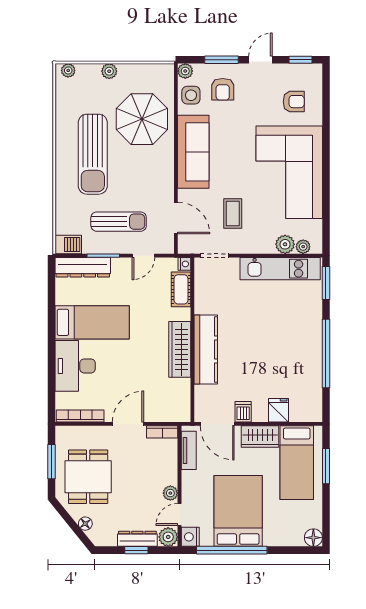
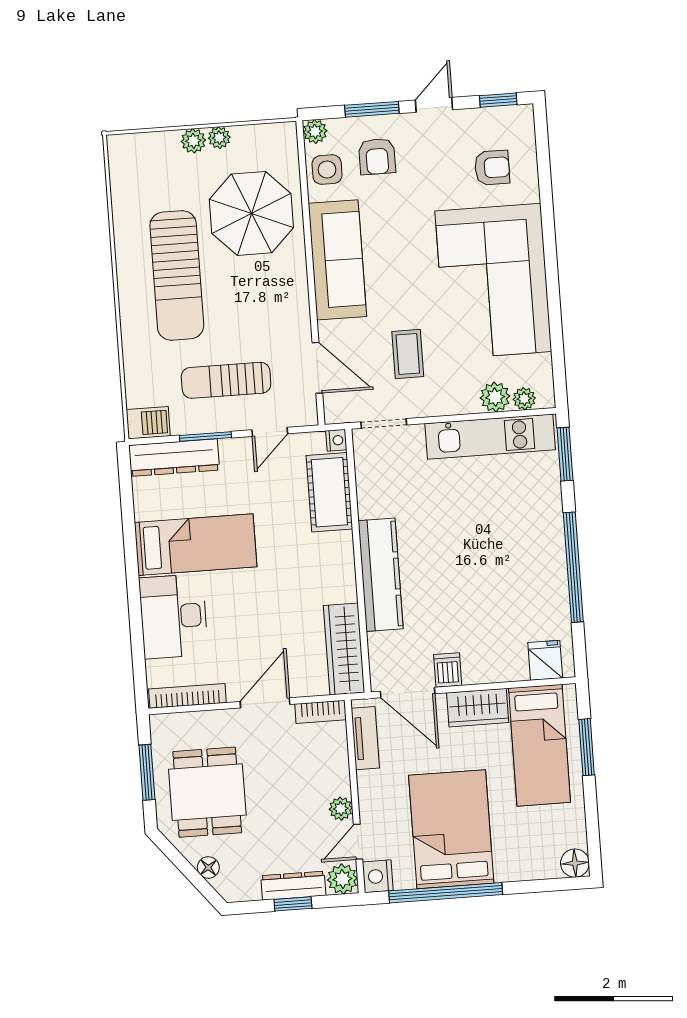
plant: (68, 70) -> (219, 138), moved
sun lounger: (119, 222) -> (226, 380), turned 180
cot: (181, 289) -> (329, 492), width x1.37, depth x1.34
wardrobe: (180, 349) -> (344, 649), moved
fridge: (278, 410) -> (545, 660), moved

